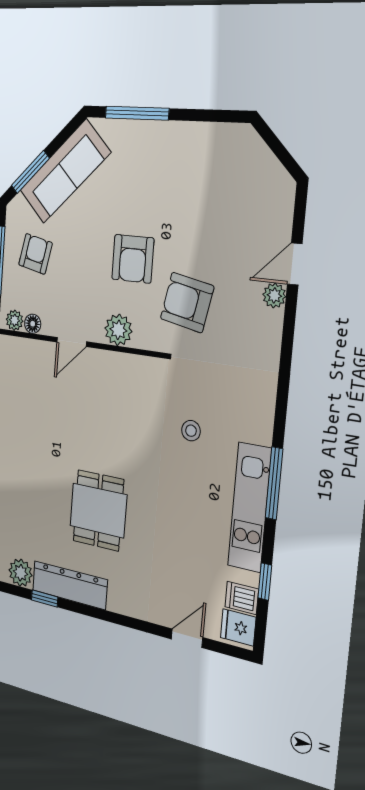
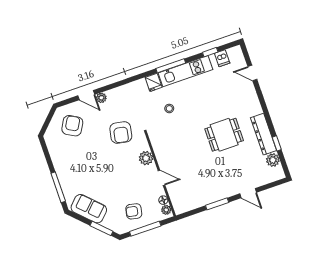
sofa: (65, 172) -> (89, 209), width x0.73
armchair: (133, 259) -> (72, 126), moved, turned -61
fridge: (238, 627) -> (154, 82), moved

